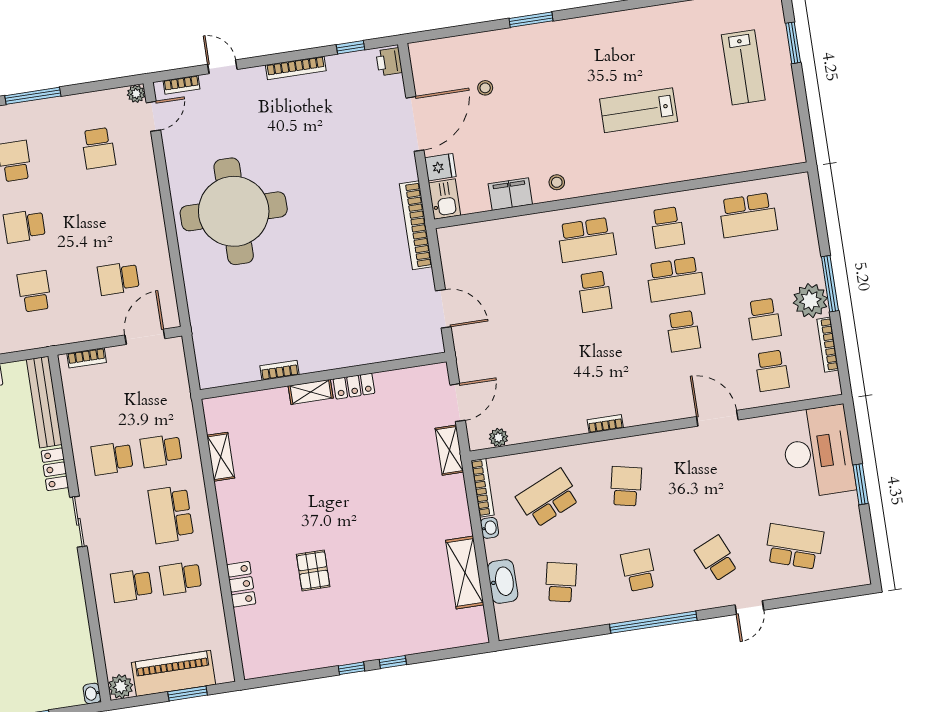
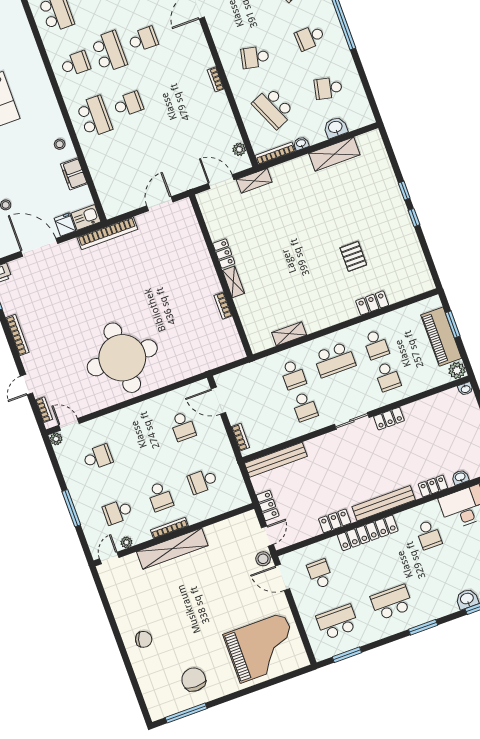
locker: (55, 469) -> (389, 419), moved
pallet: (313, 570) -> (353, 256), turned 90
washbasin: (503, 581) -> (335, 127), width x0.72

